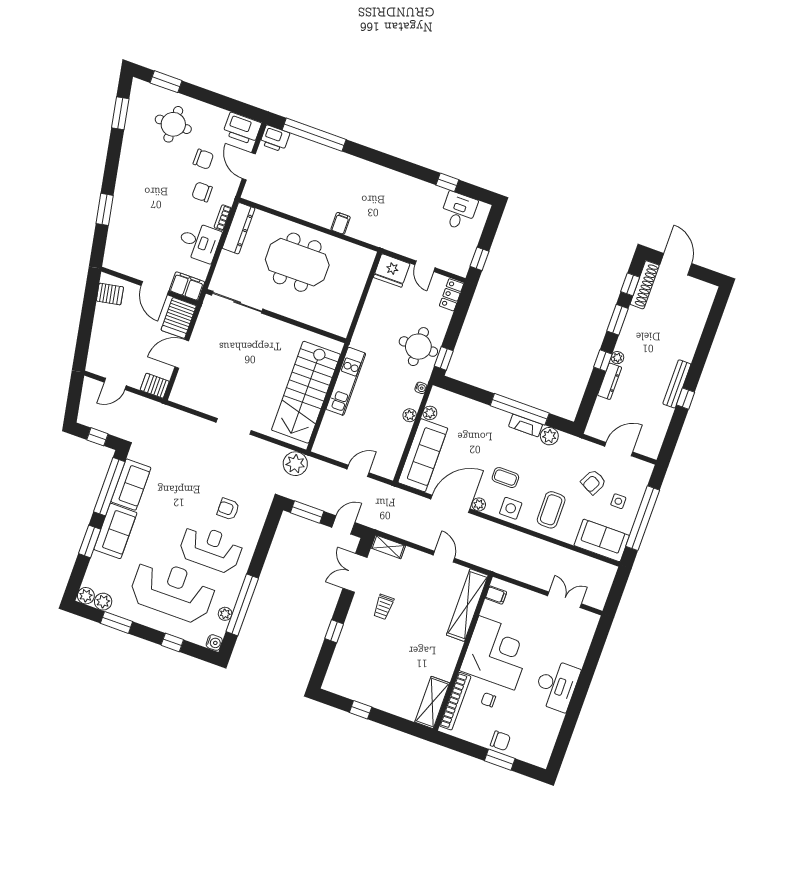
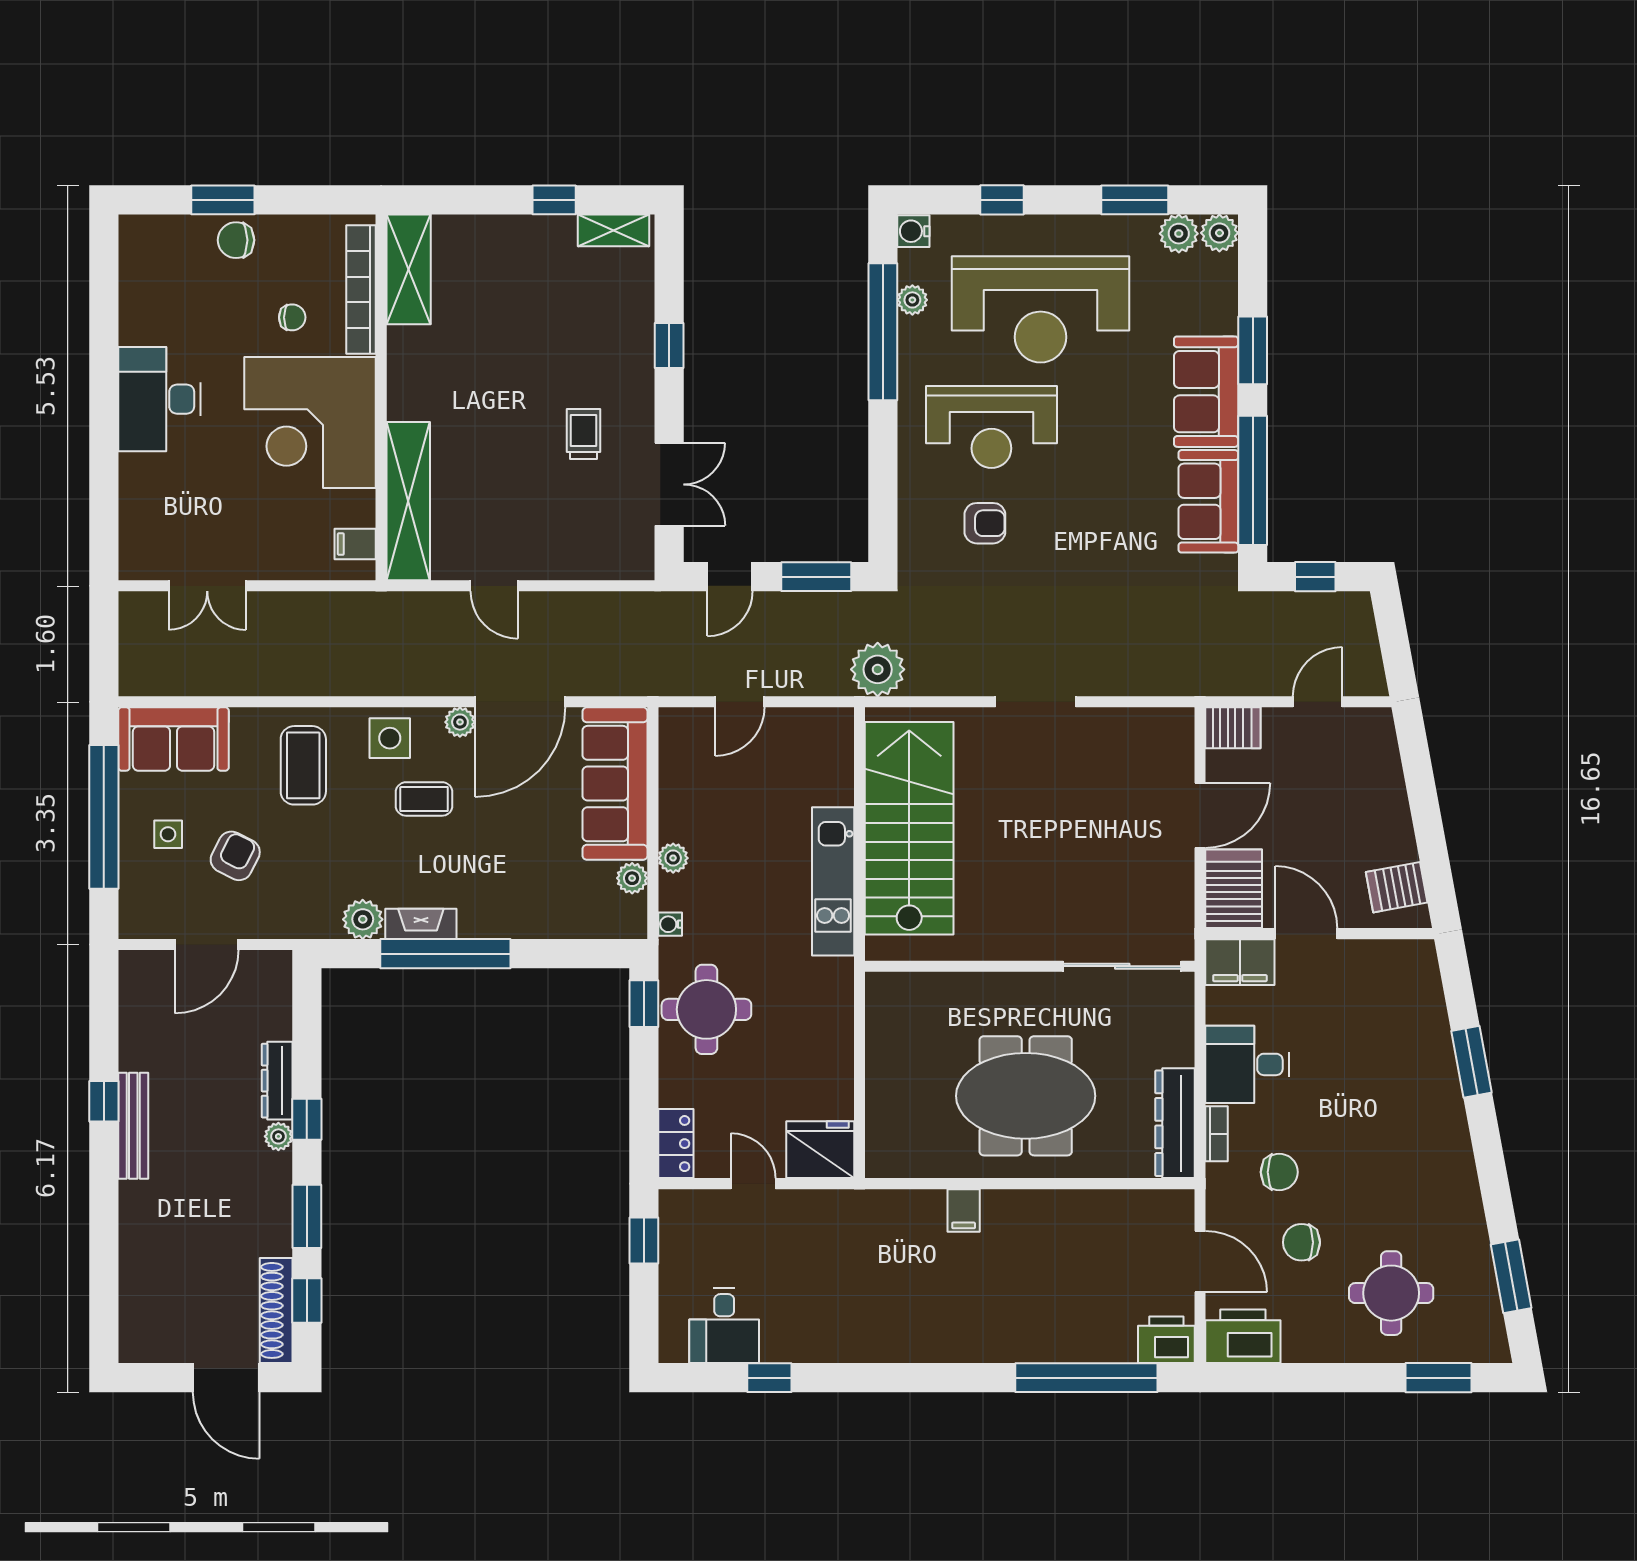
shelving: (388, 547) -> (613, 230), moved

